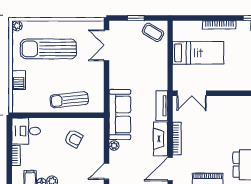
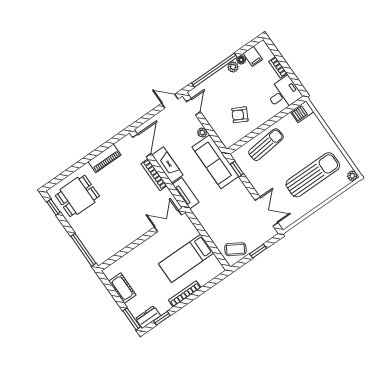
barbecue: (19, 80) -> (302, 112), moved, turned -90
window: (107, 96) -> (237, 169), added

